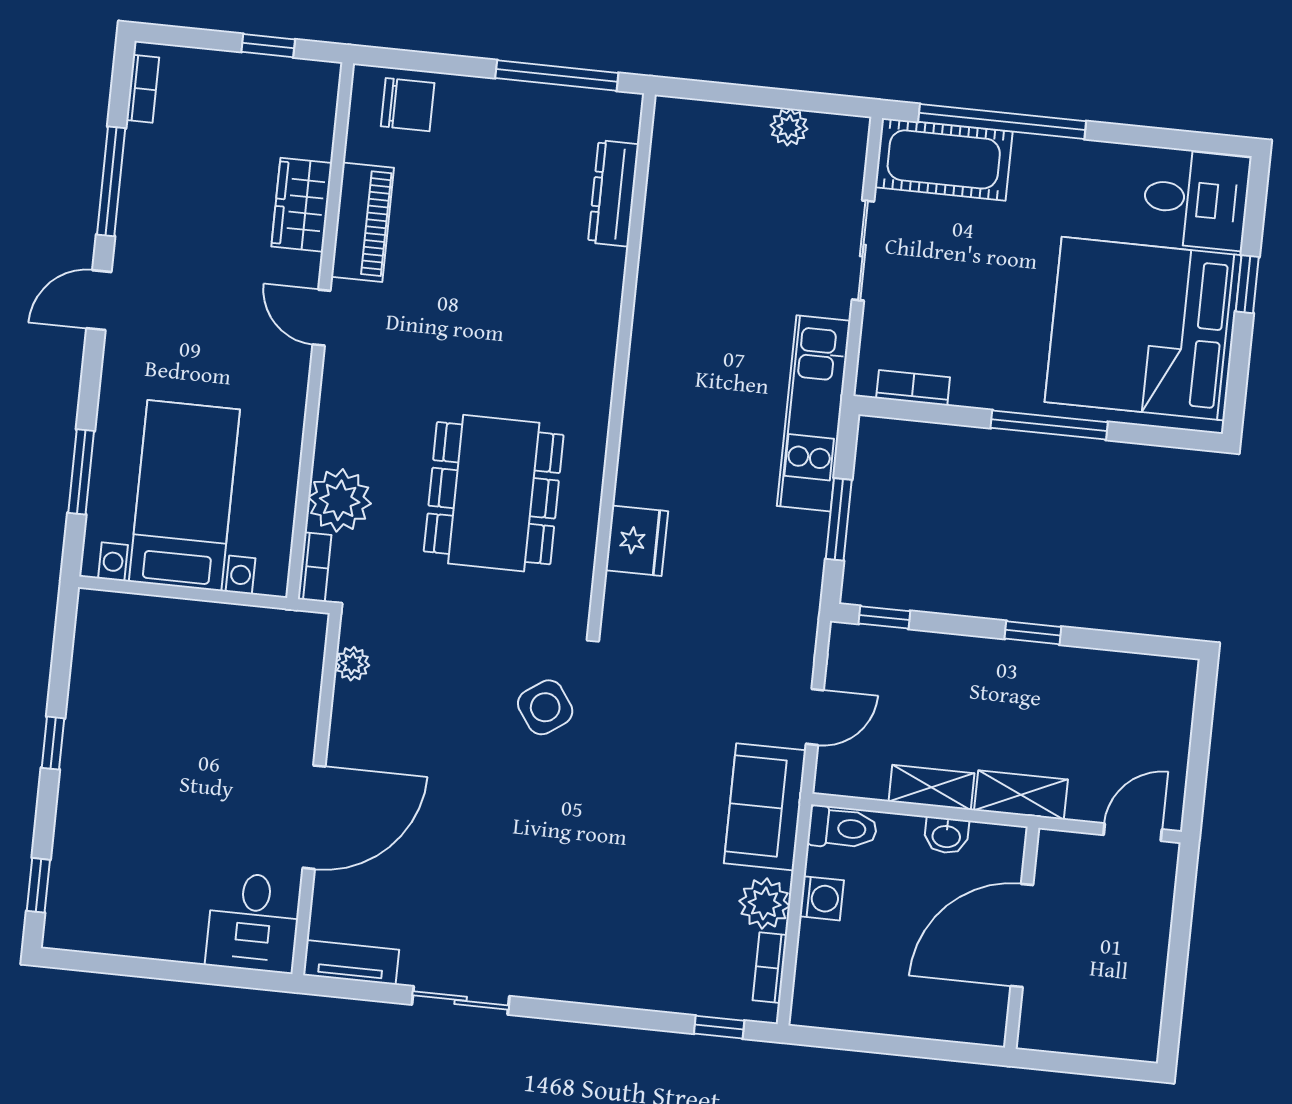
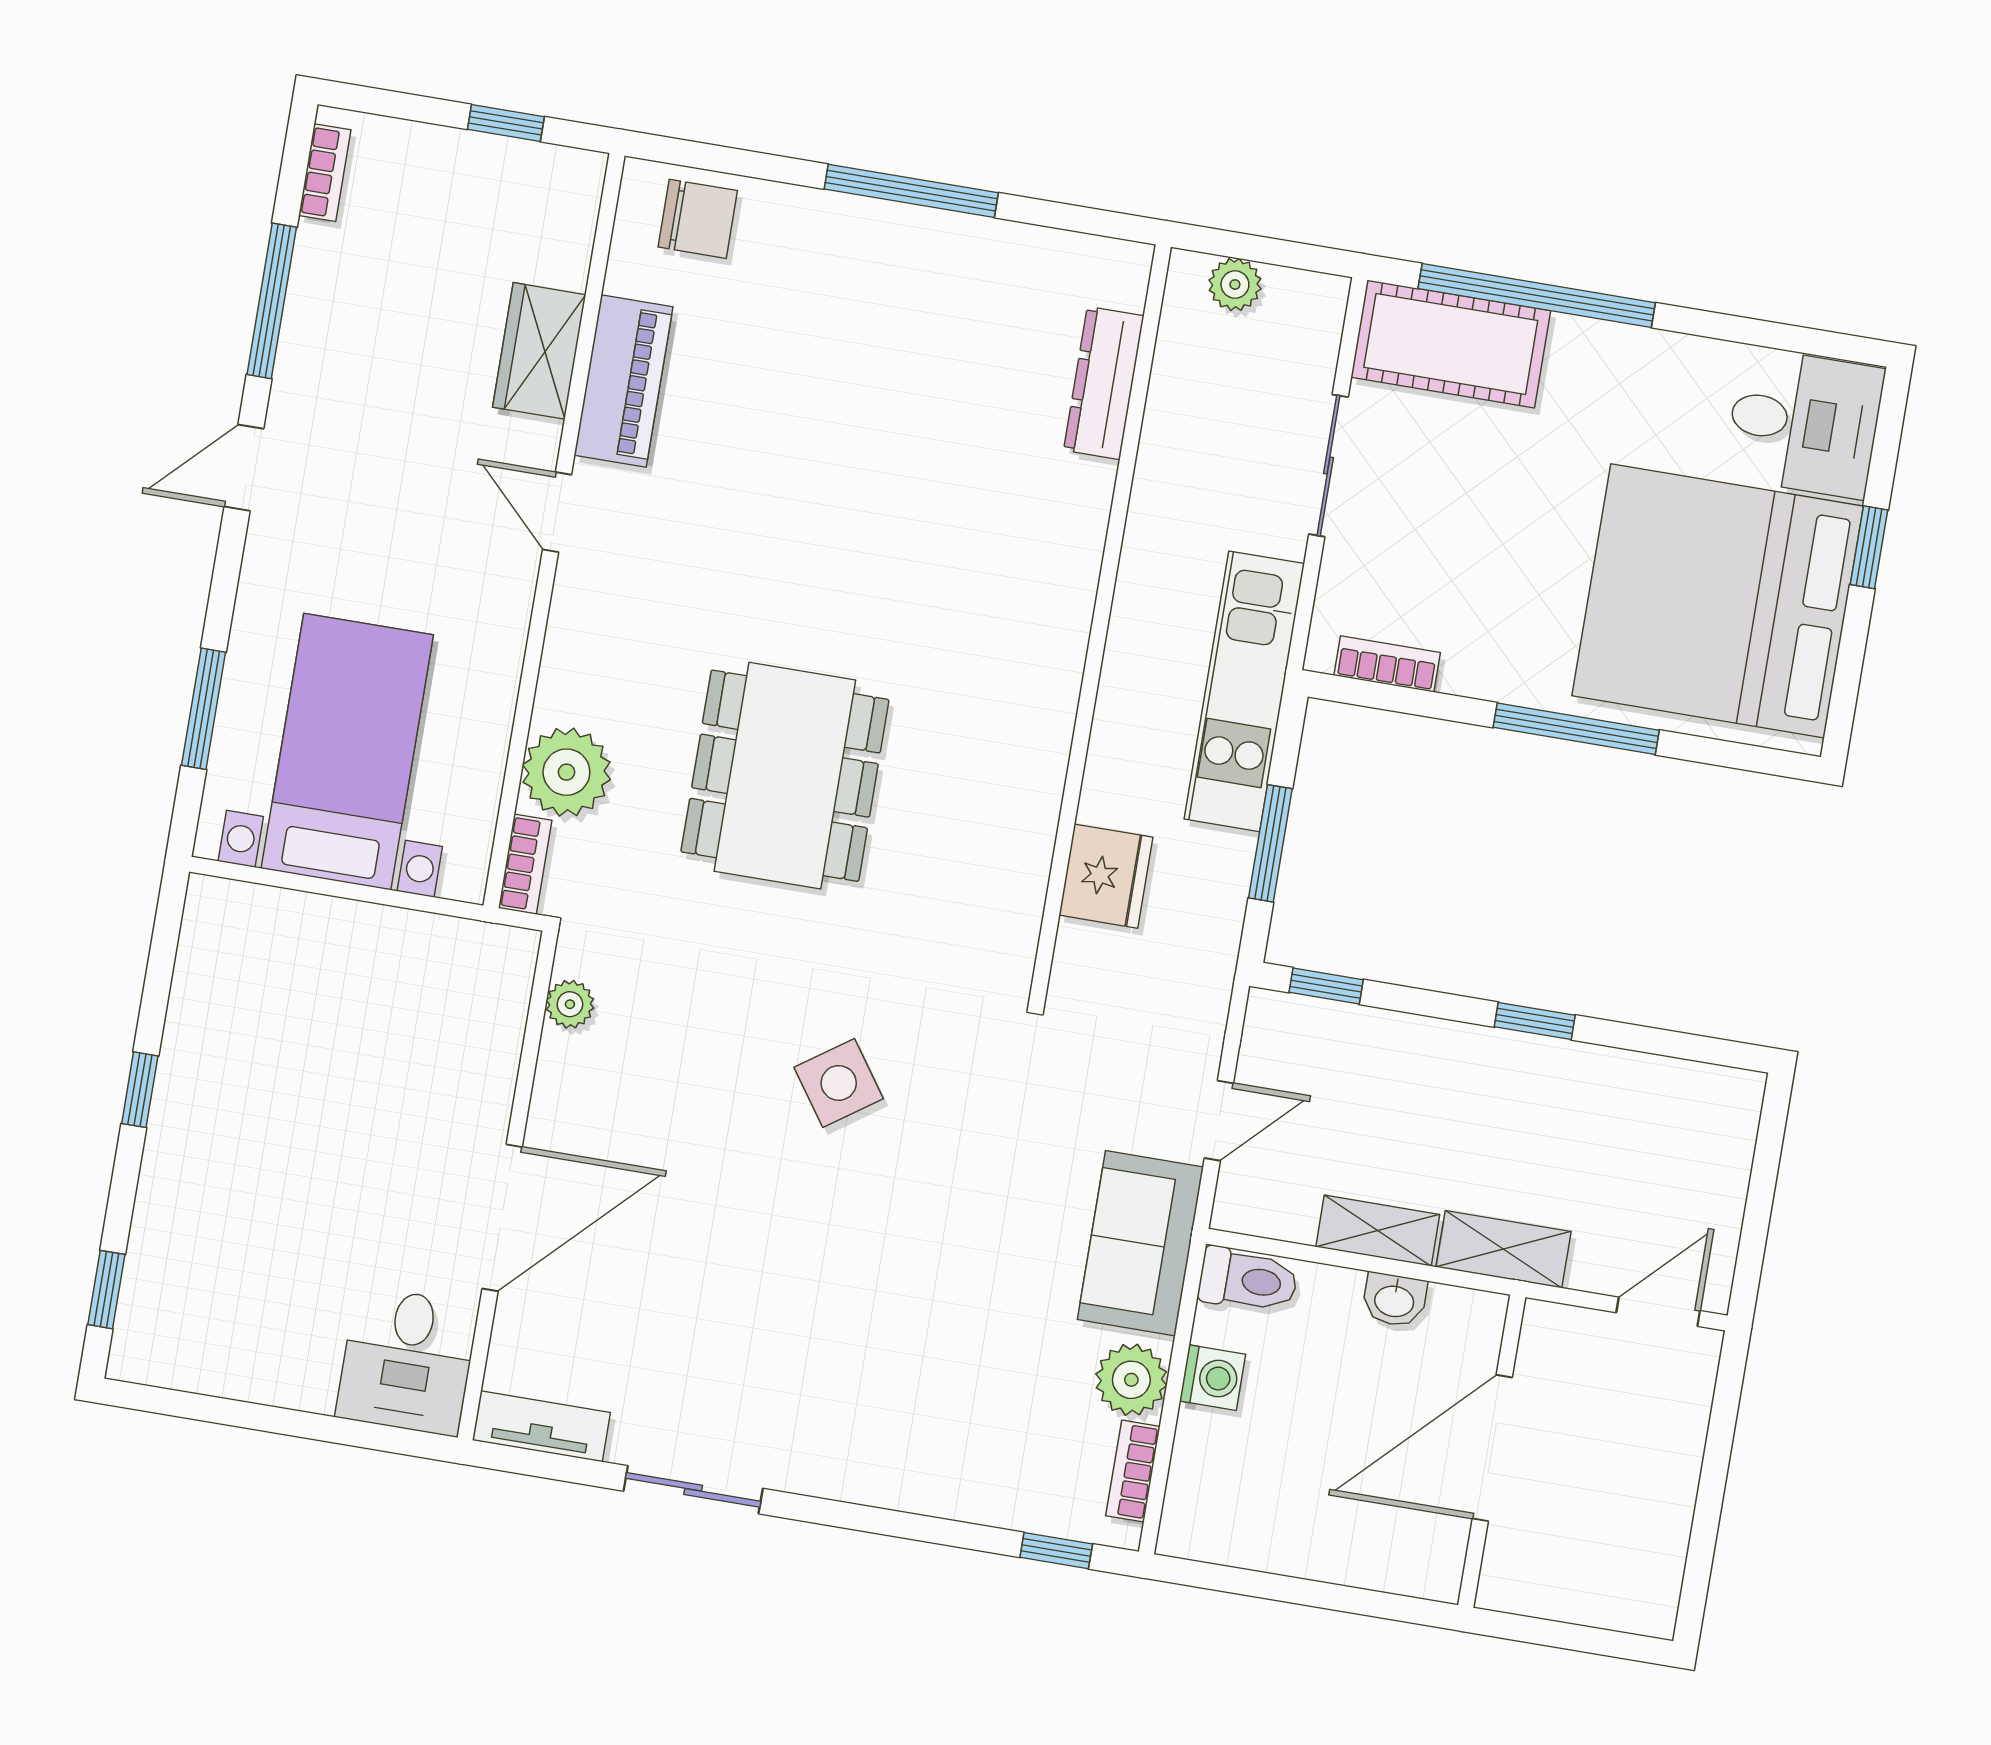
dresser: (613, 193) -> (1104, 383), moved
wall: (622, 362) -> (1100, 622), moved
fridge: (637, 541) -> (1106, 876), moved

